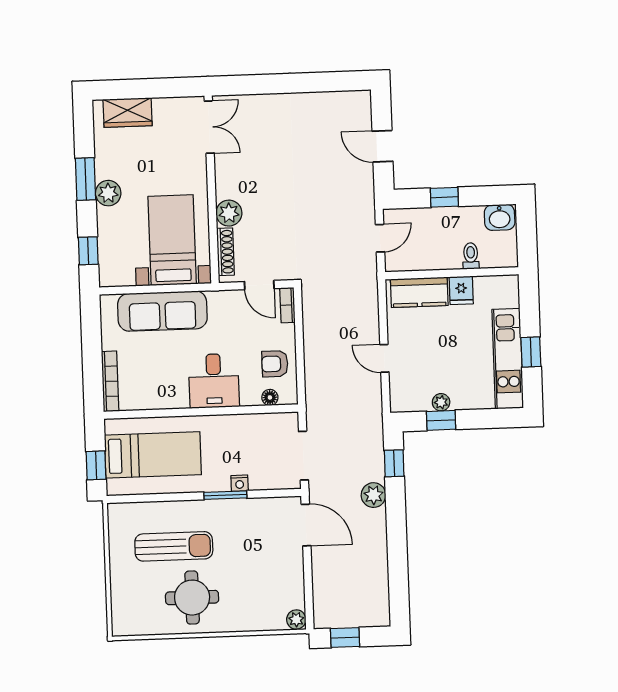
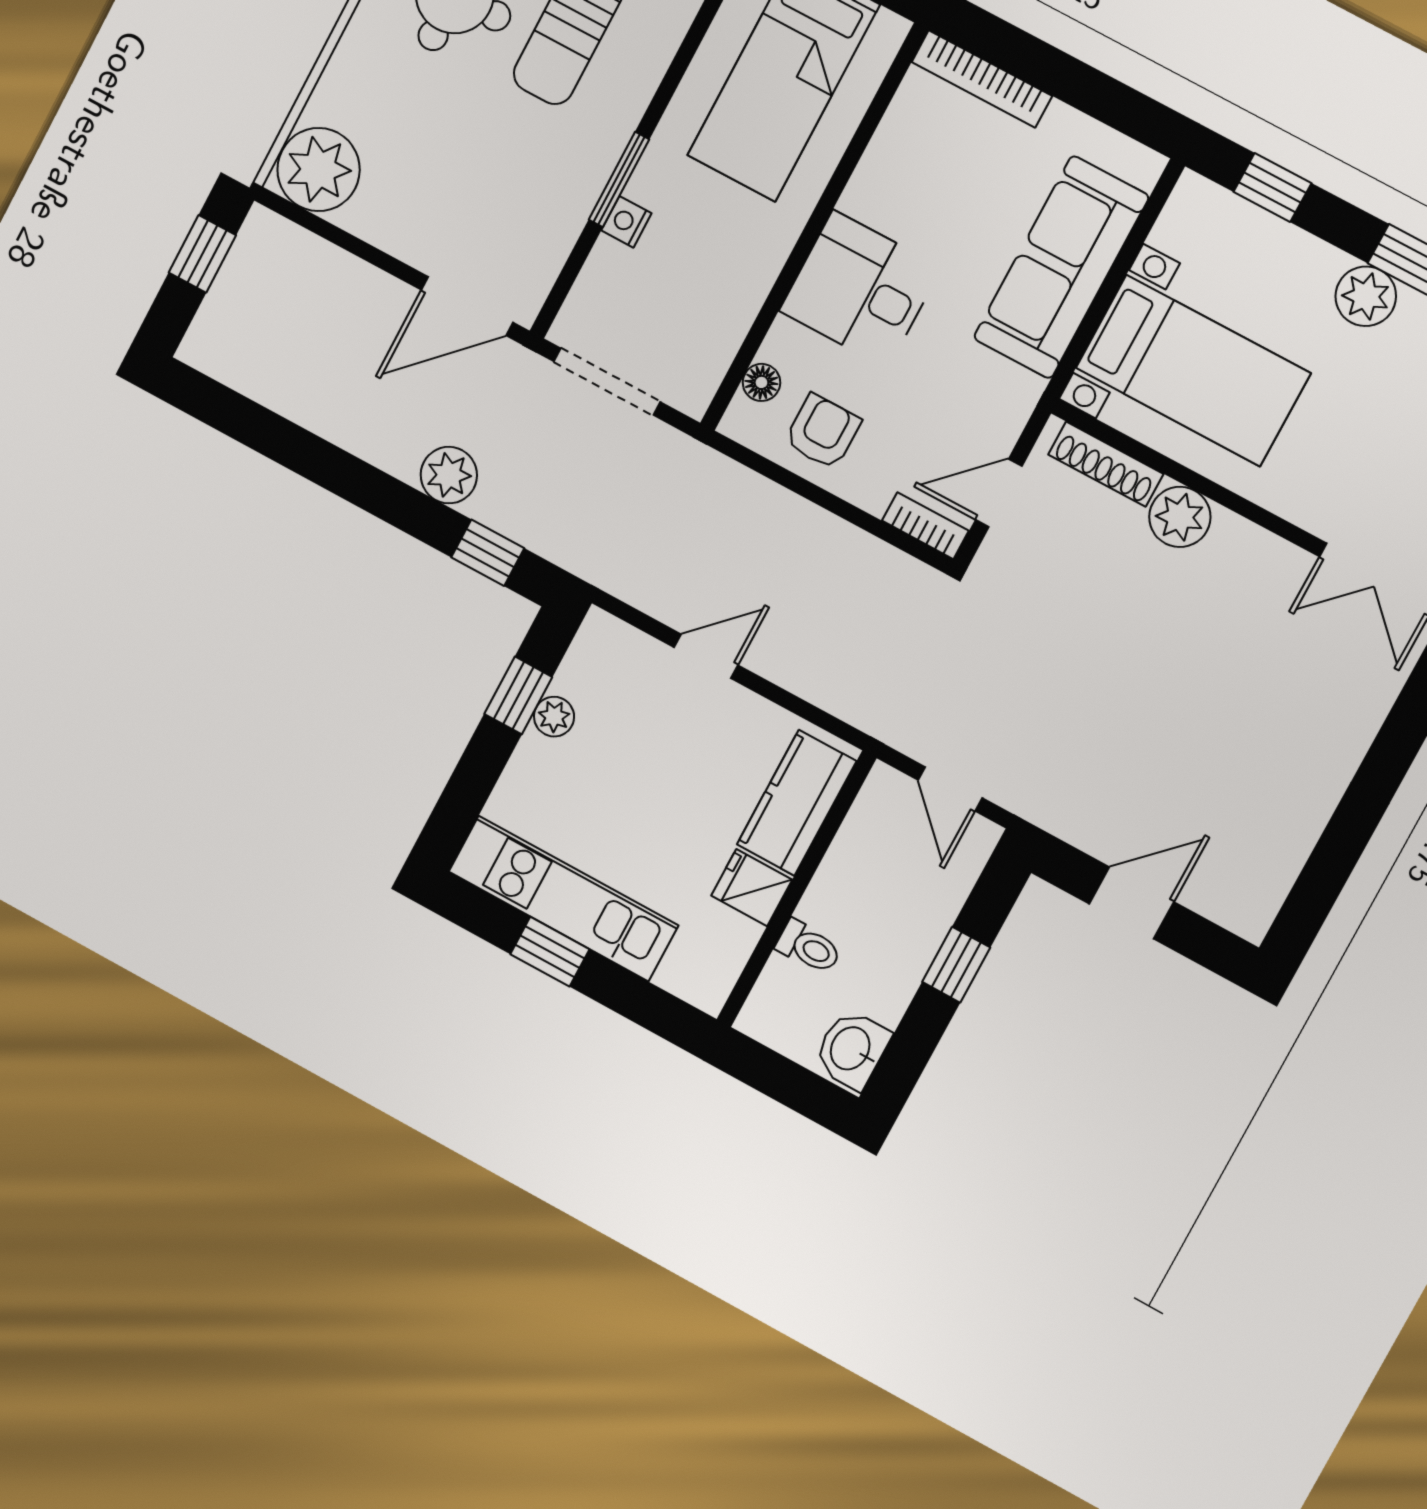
plant: (296, 620) -> (319, 170), width x1.87, depth x1.87

